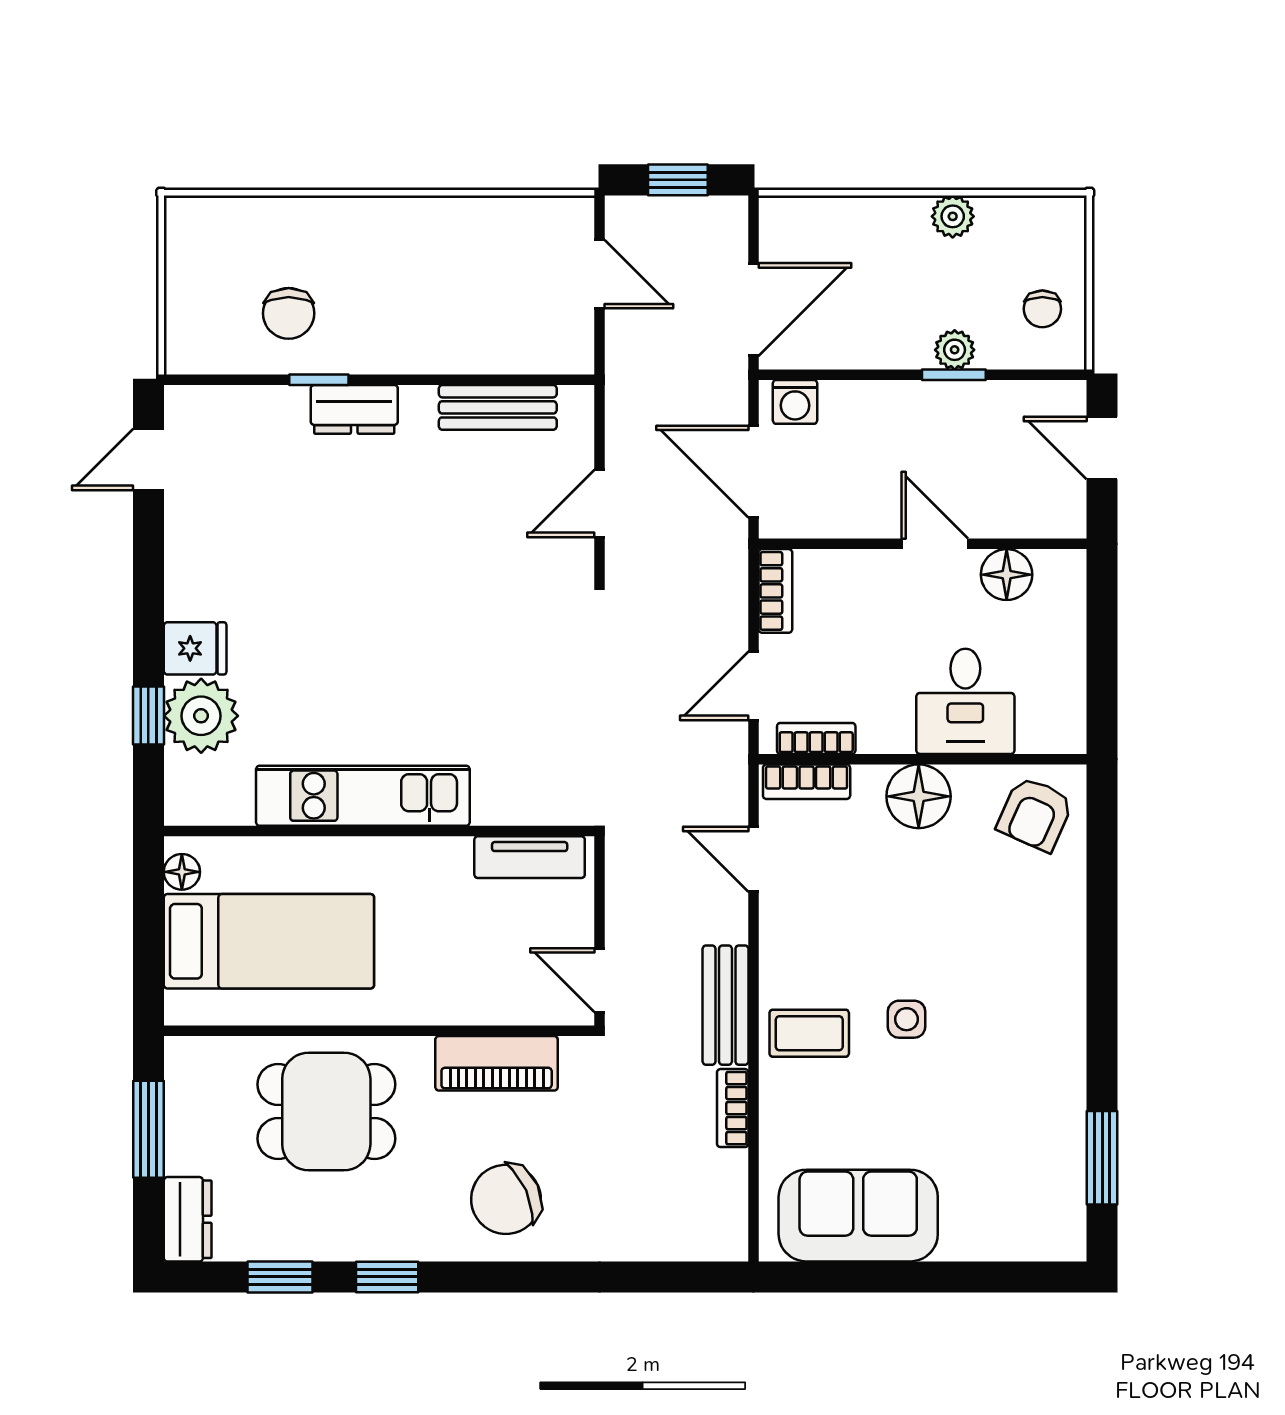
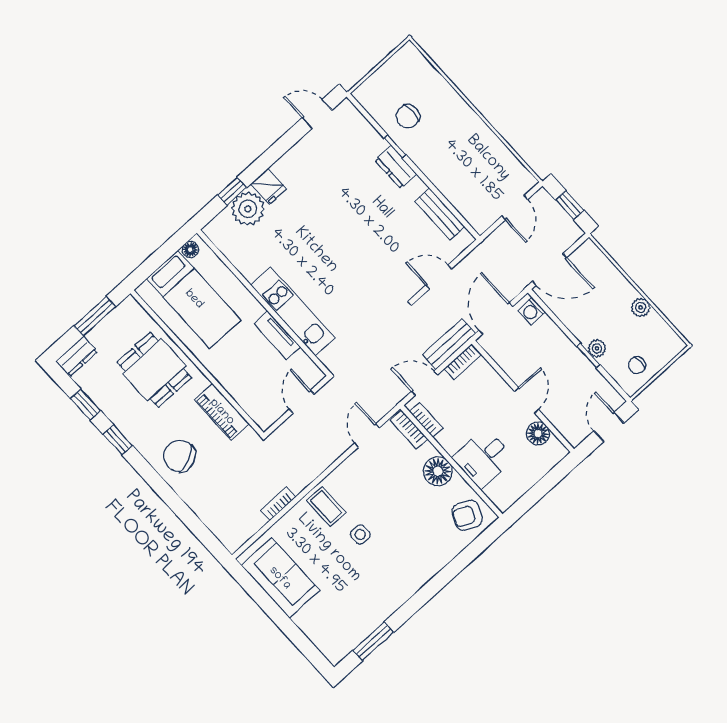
kitchen unit: (363, 796) -> (293, 312), moved
tv unit: (530, 857) -> (277, 335), moved
door: (600, 980) -> (302, 402), moved
bench: (725, 1005) -> (449, 344), moved

